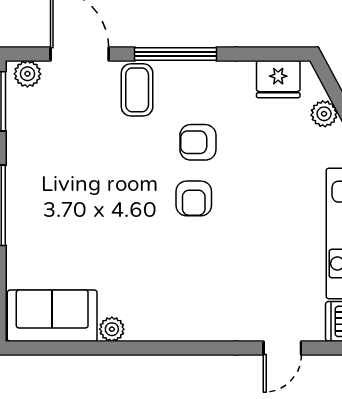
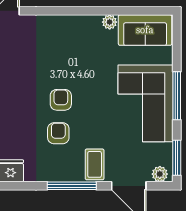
armchair: (198, 142) -> (58, 133), turned -90
corner sofa: (51, 192) -> (145, 103), added

